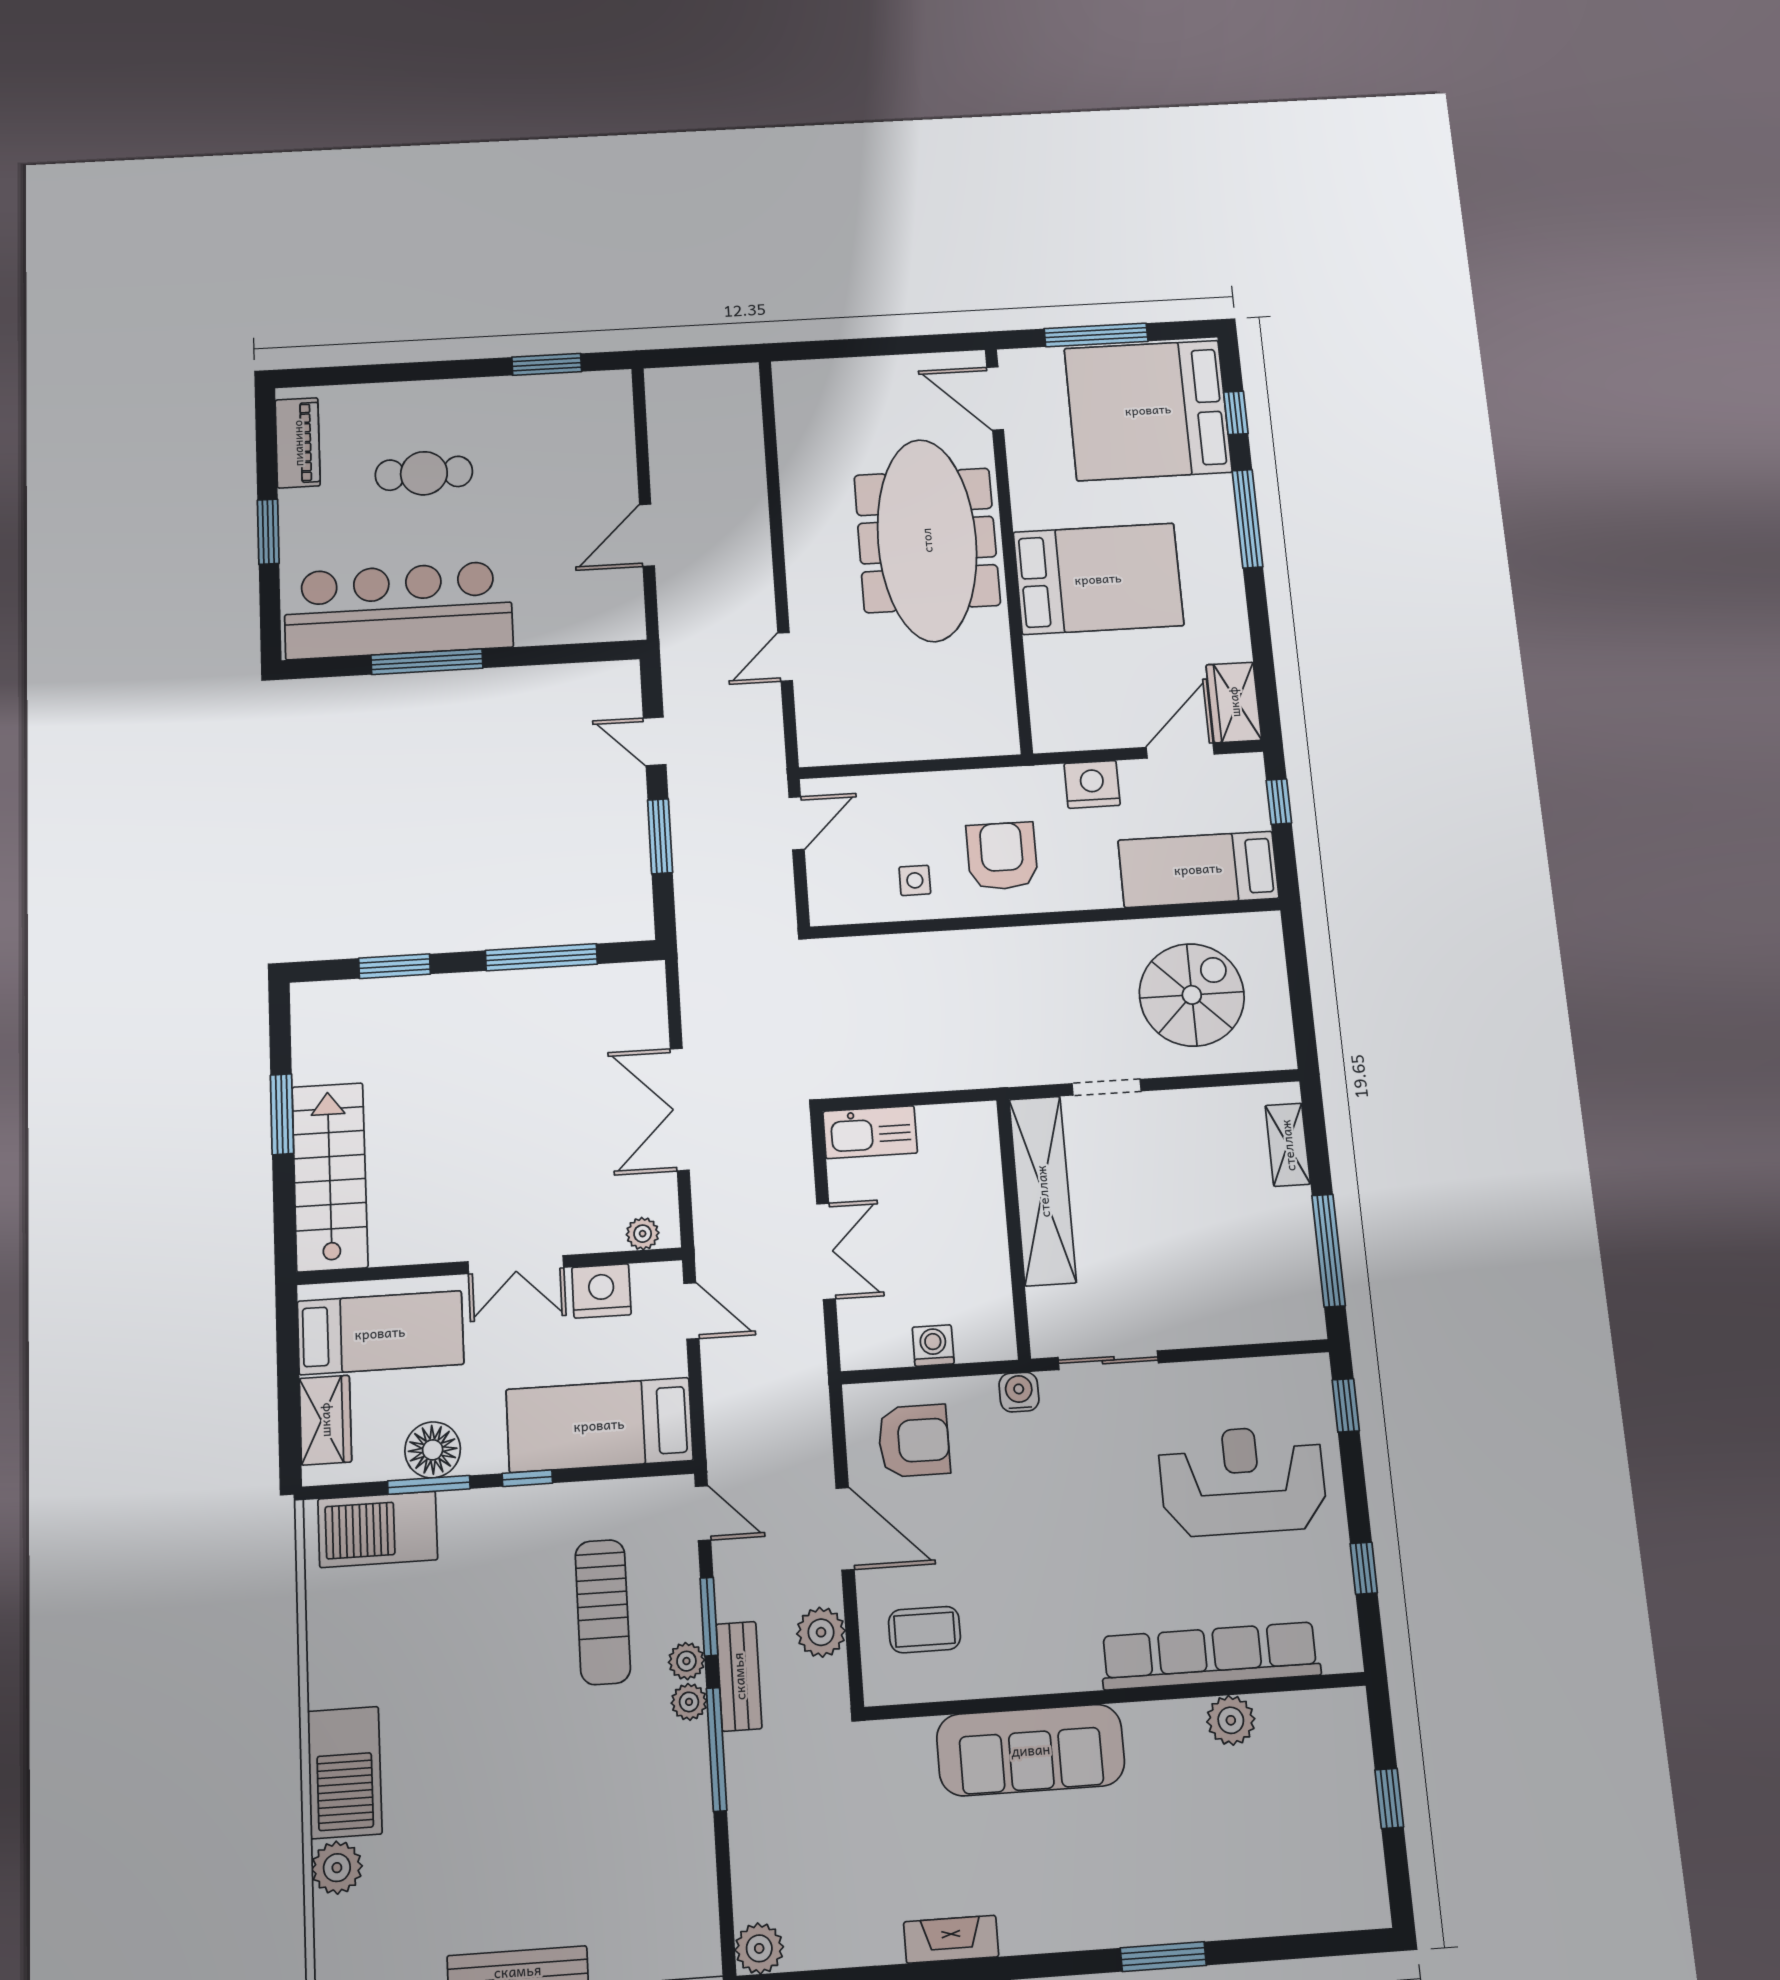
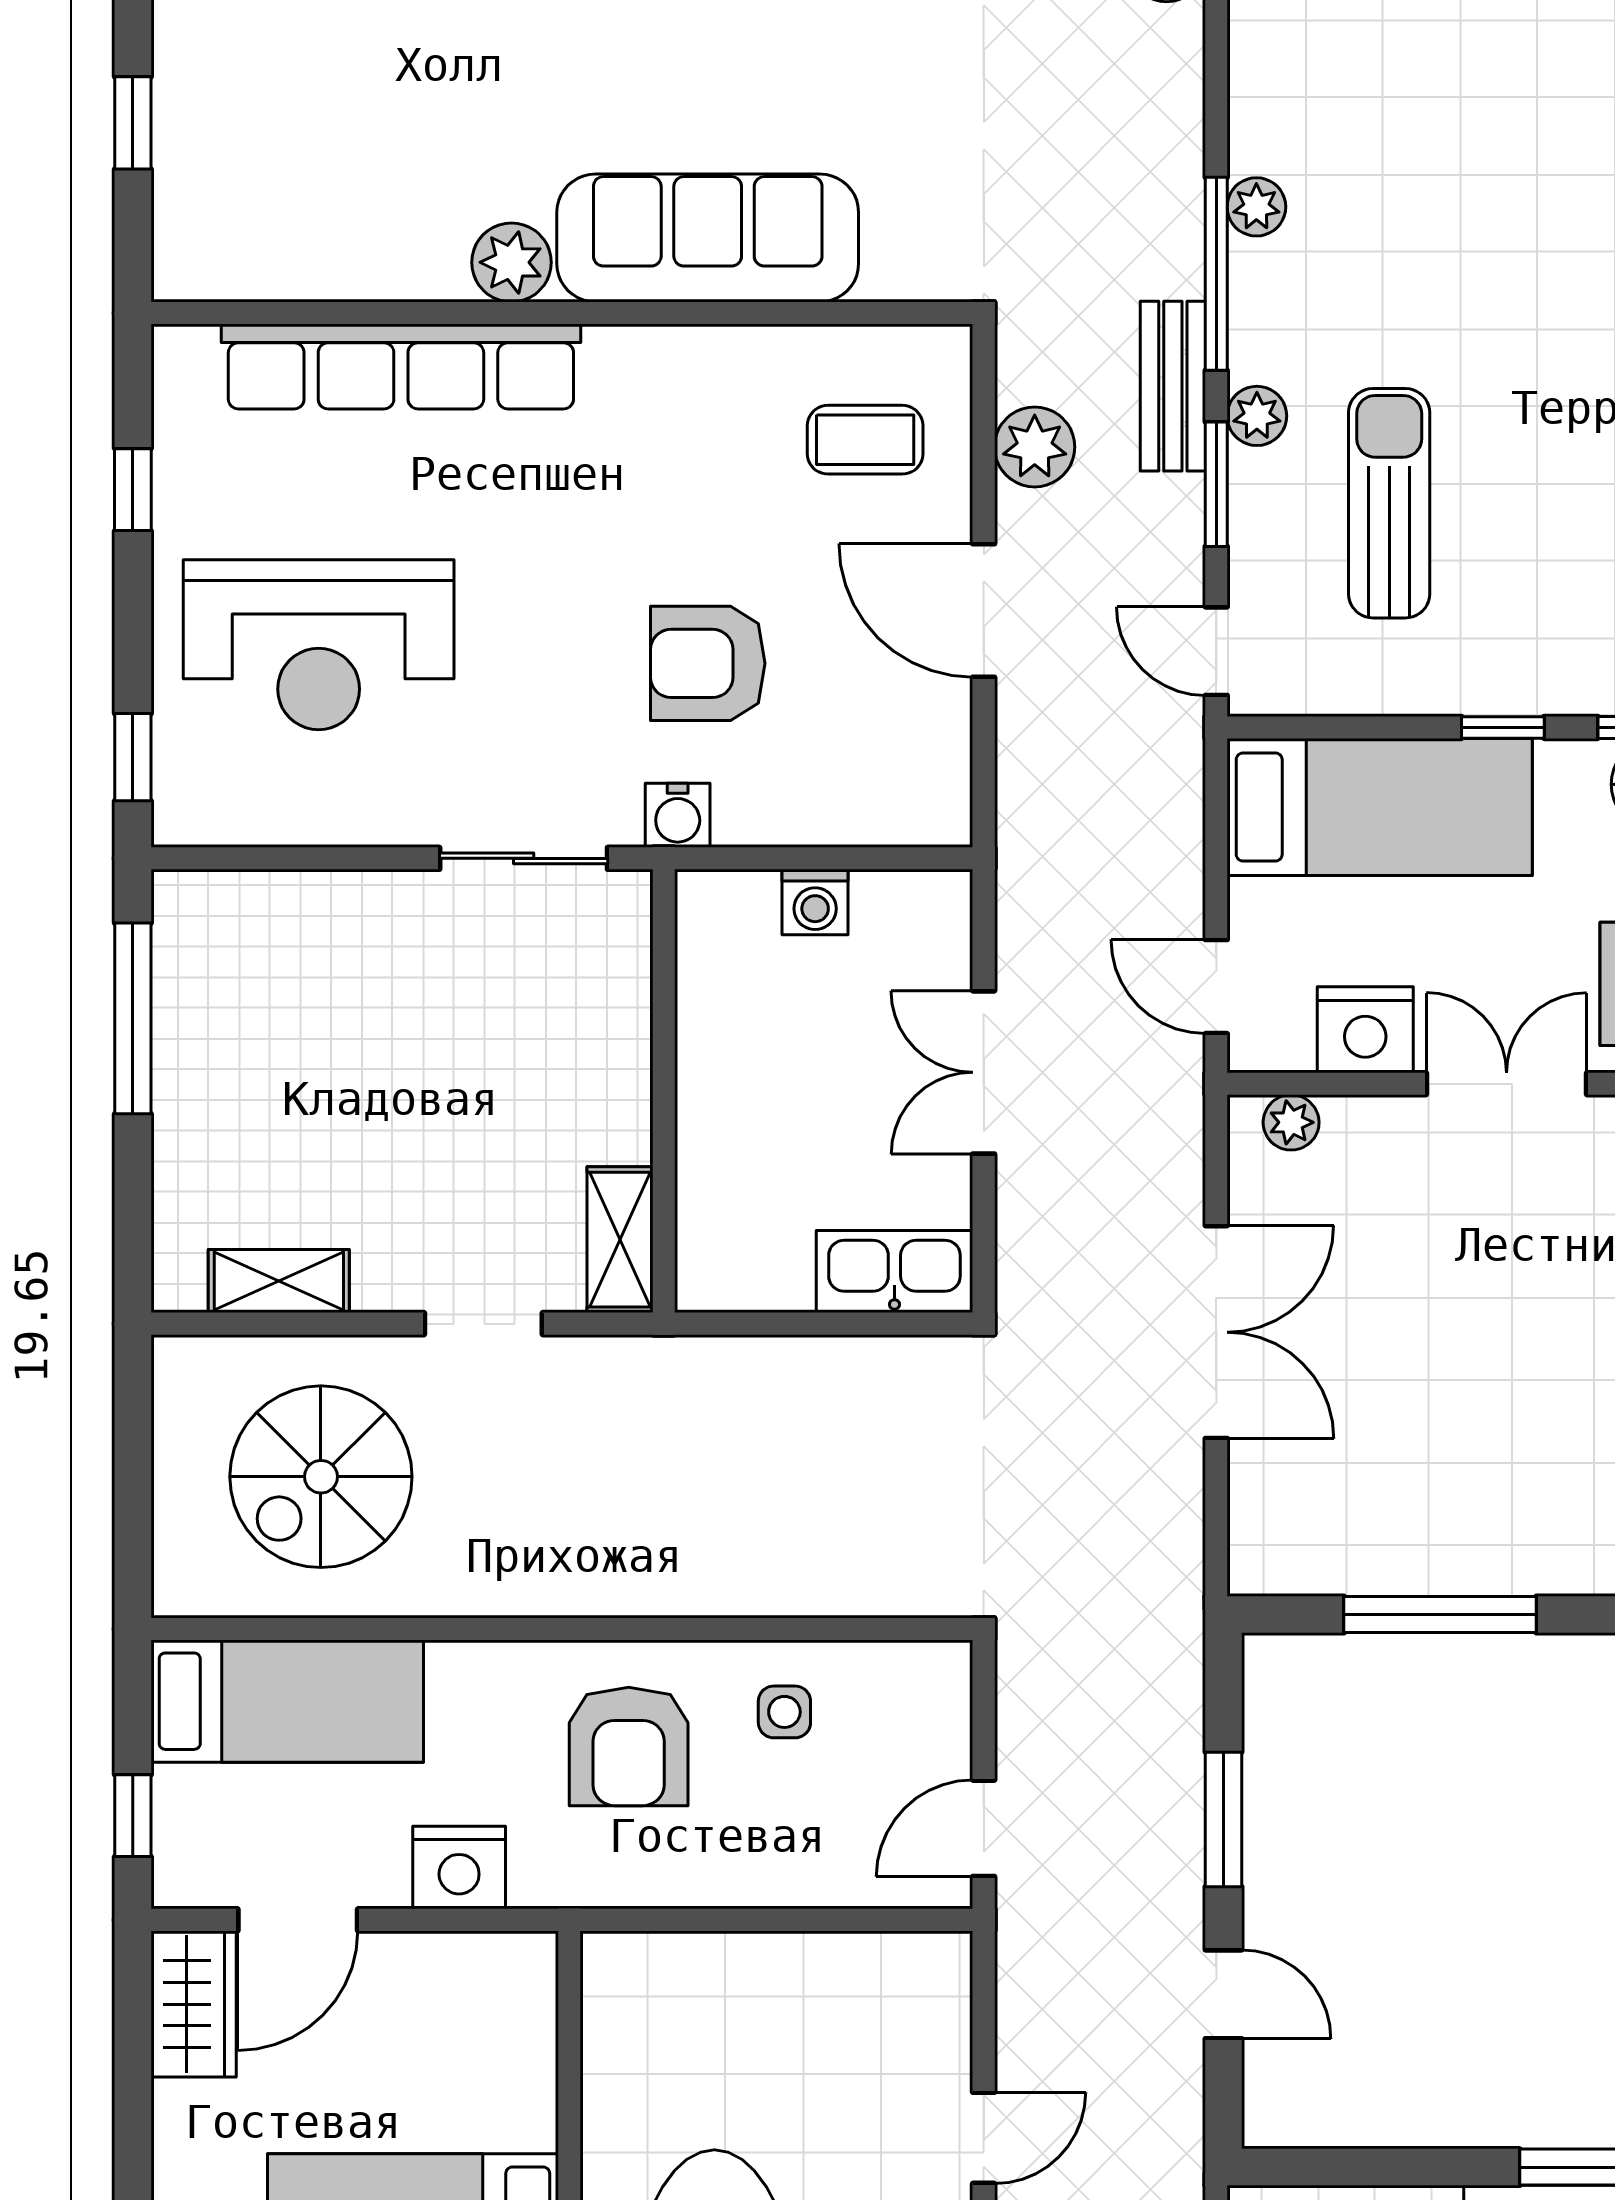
shelving: (1288, 1145) -> (279, 1281), moved, turned 90
shelving: (1043, 1191) -> (620, 1240), width x0.45, depth x0.75
armchair: (914, 1441) -> (708, 663), moved
plant: (689, 1702) -> (1256, 207), moved
plant: (1231, 1720) -> (511, 262), moved

